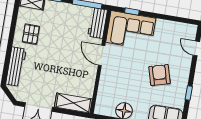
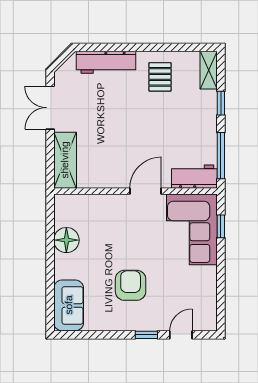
pallet: (31, 34) -> (160, 77), turned 90
armchair: (159, 75) -> (131, 285), turned -74
window: (189, 93) -> (146, 335), moved

